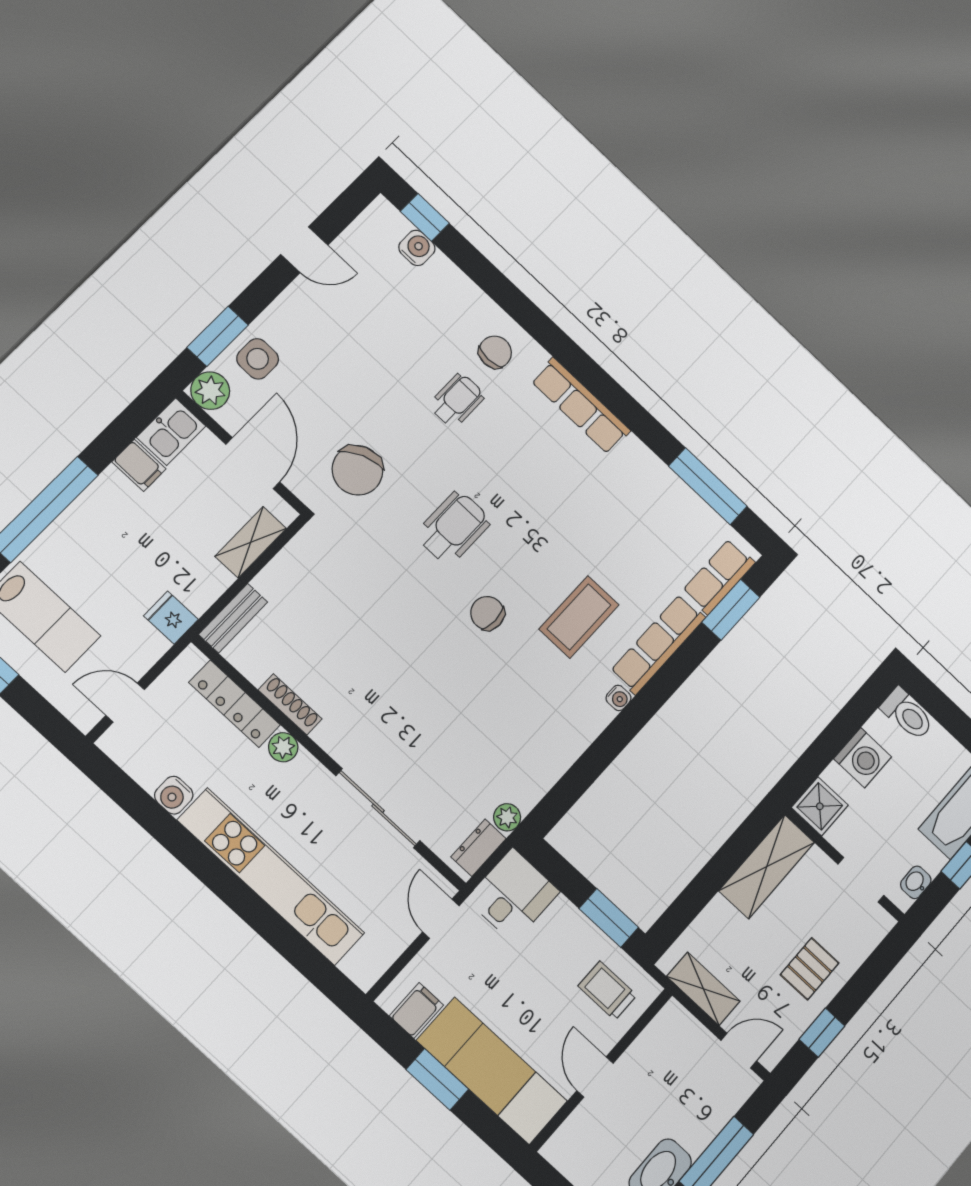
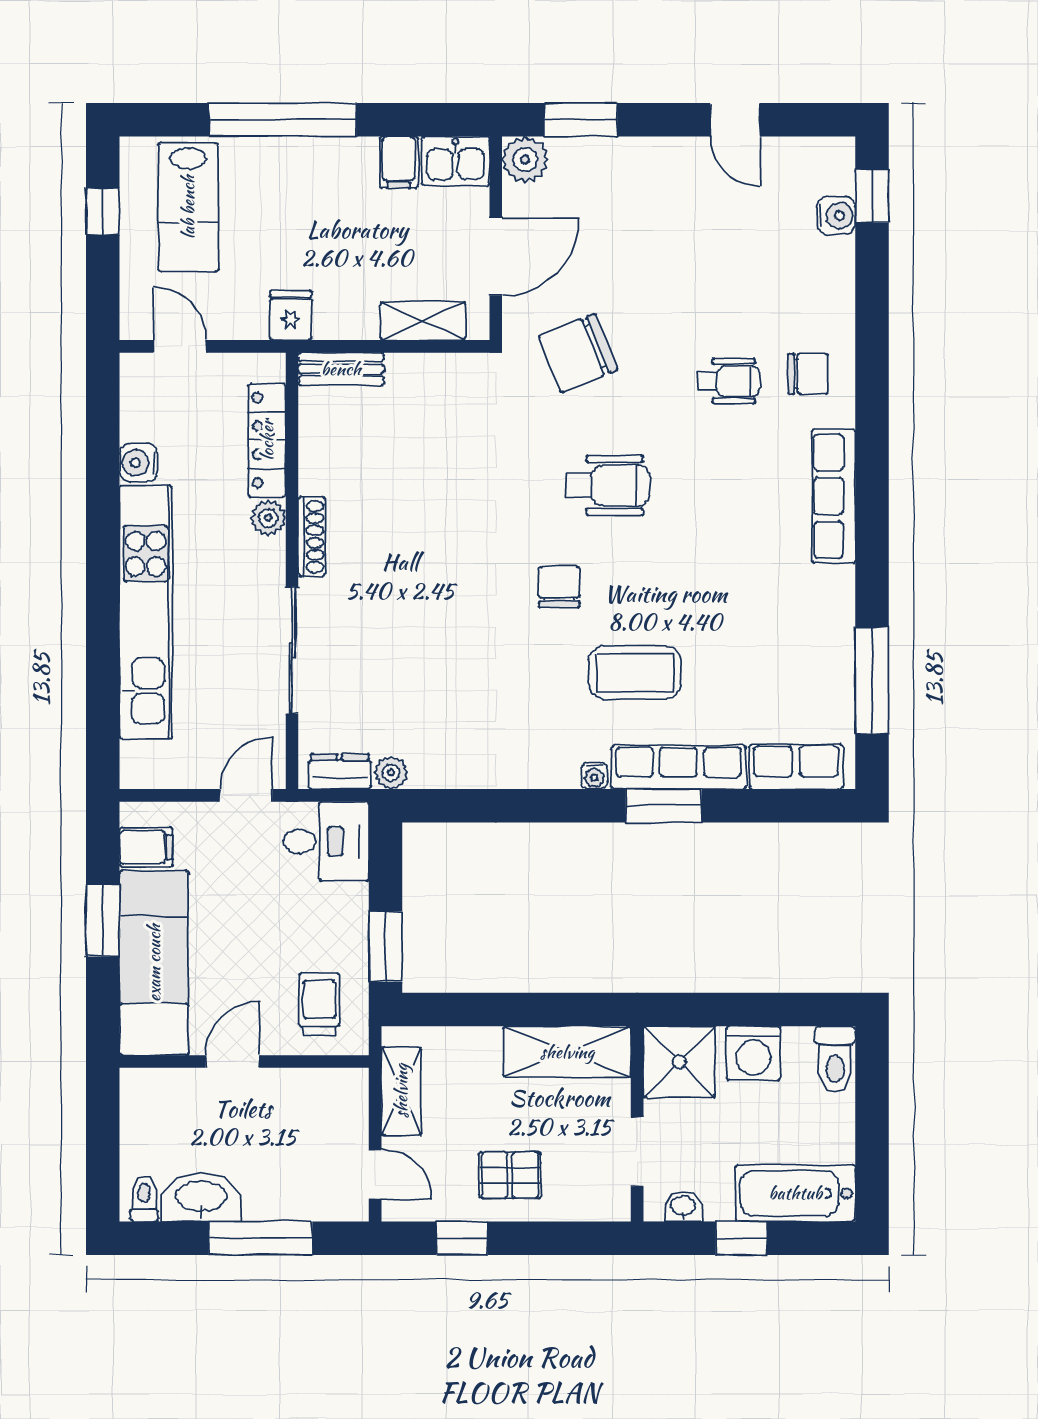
side table: (258, 359) -> (594, 173), removed
window: (731, 610) -> (664, 806), moved
shoe rack: (290, 704) -> (312, 537), moved
shower: (820, 806) -> (679, 1062), width x1.36, depth x1.36

